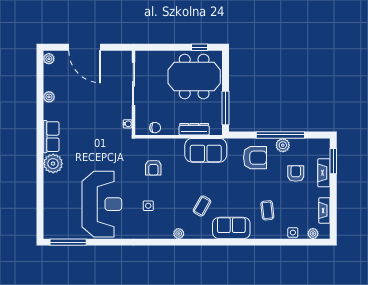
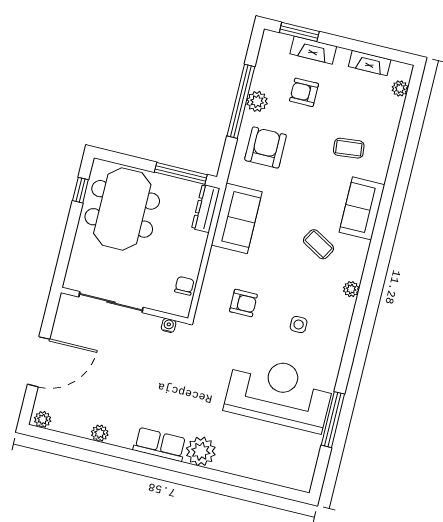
dresser: (194, 129) -> (206, 208), moved
side table: (293, 233) -> (391, 118), removed
window: (68, 242) -> (333, 420), moved

